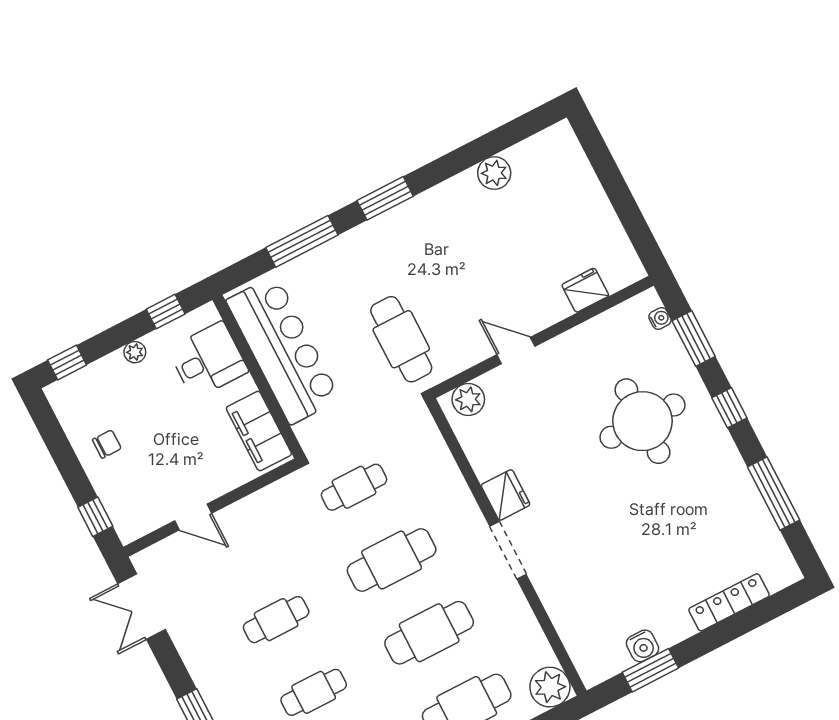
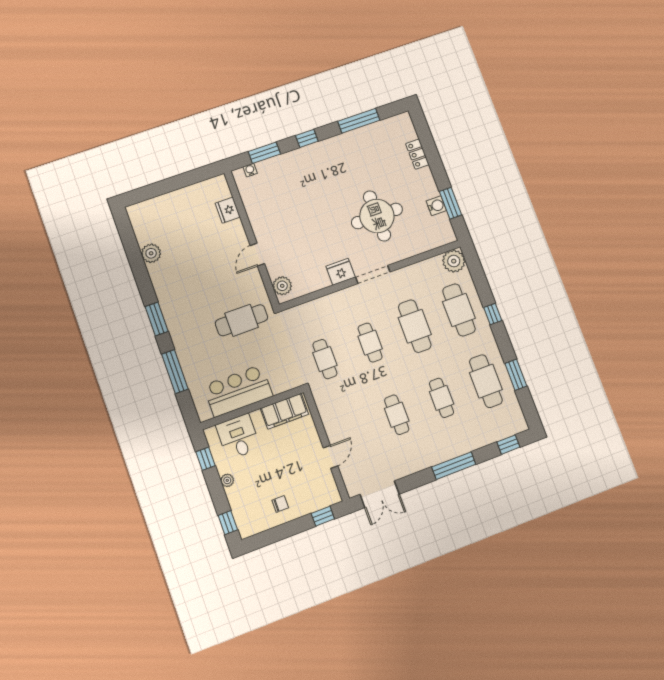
bar counter: (283, 350) -> (238, 391), width x0.73
round table: (642, 421) -> (377, 216), moved
chair: (107, 444) -> (280, 504), turned 90
cafe table: (392, 560) -> (370, 343), width x0.73, depth x0.74
locker: (729, 602) -> (417, 154), width x0.66

